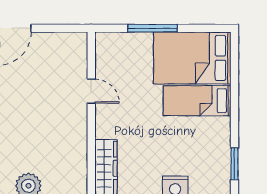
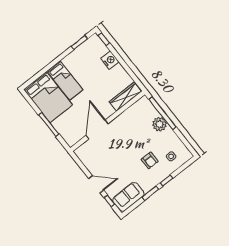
door: (91, 91) -> (97, 129), width x1.87

